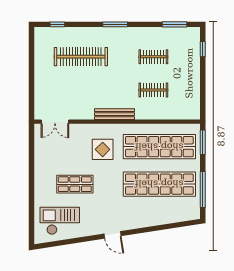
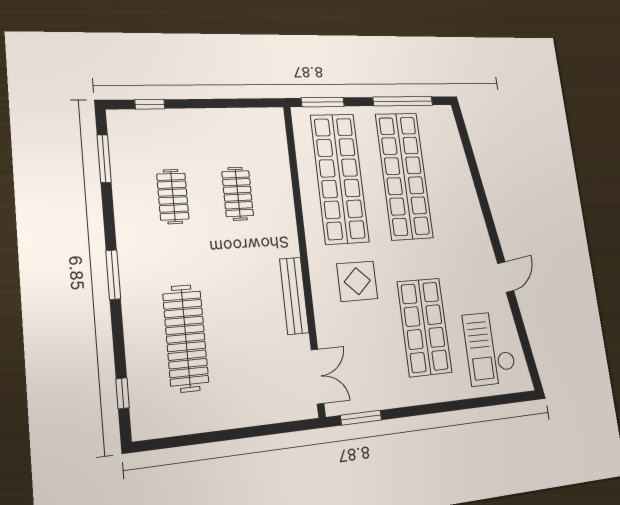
bench: (115, 114) -> (294, 296), moved
window: (31, 142) -> (361, 418), added
shop shelf: (75, 184) -> (424, 327), width x1.43, depth x1.36
door: (112, 235) -> (506, 277), moved

